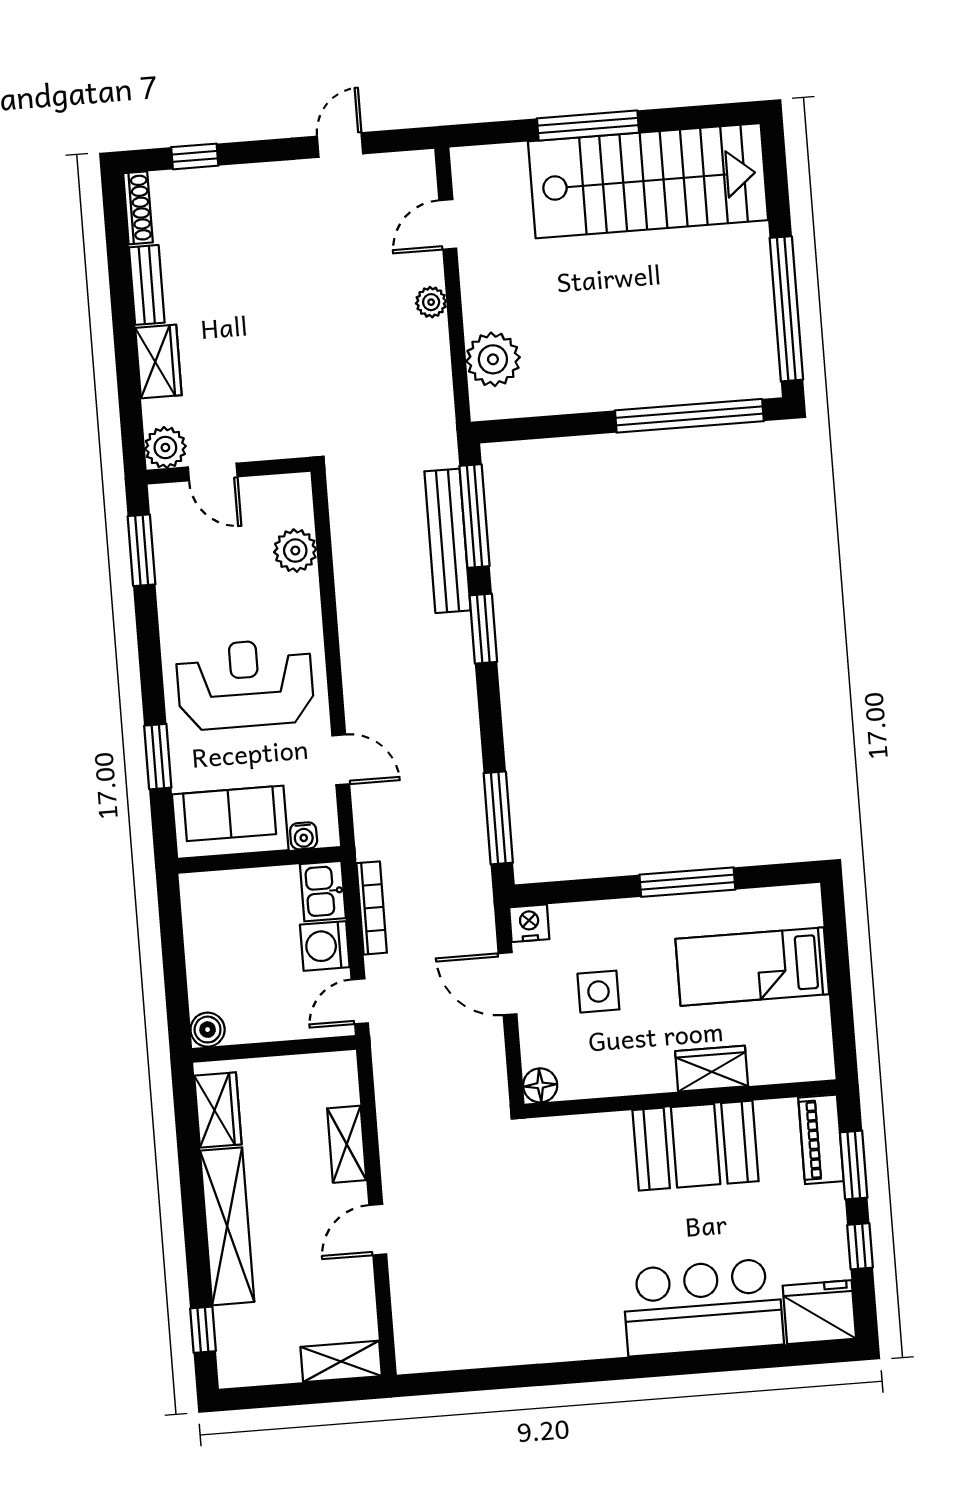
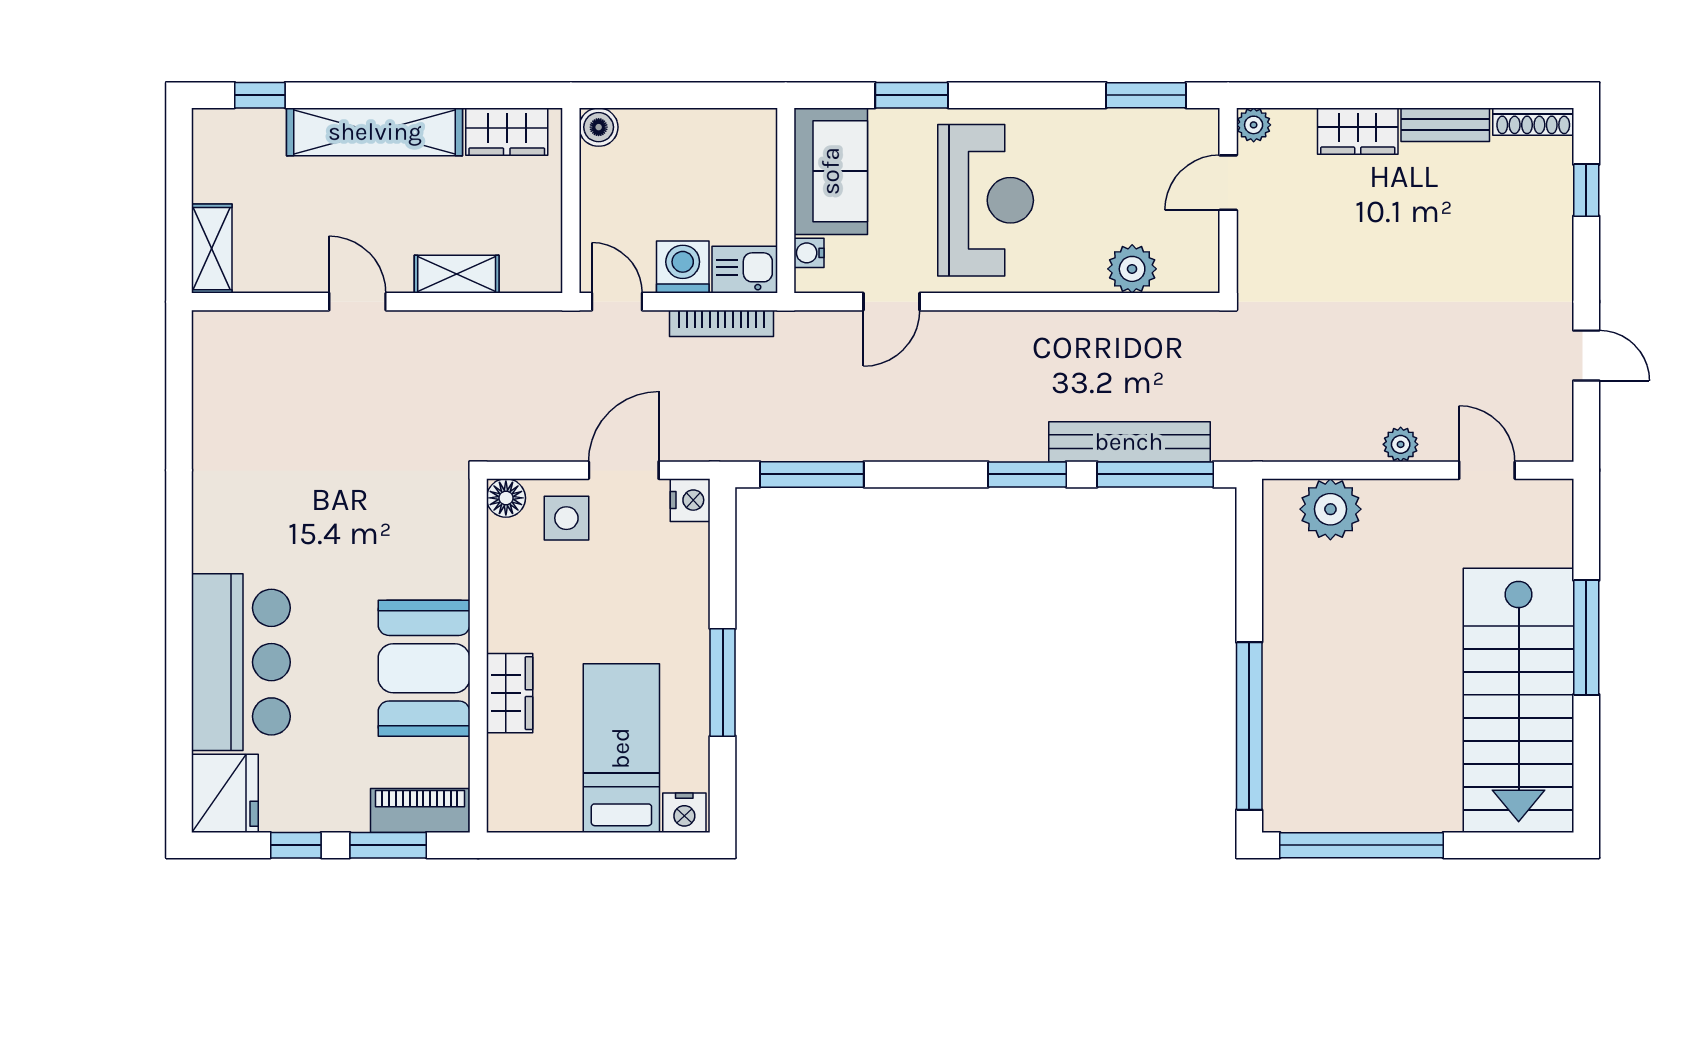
plant: (165, 448) -> (1254, 125), width x0.73, depth x0.73
nightstand: (805, 907) -> (684, 813), added
side table: (598, 992) -> (566, 518), moved

